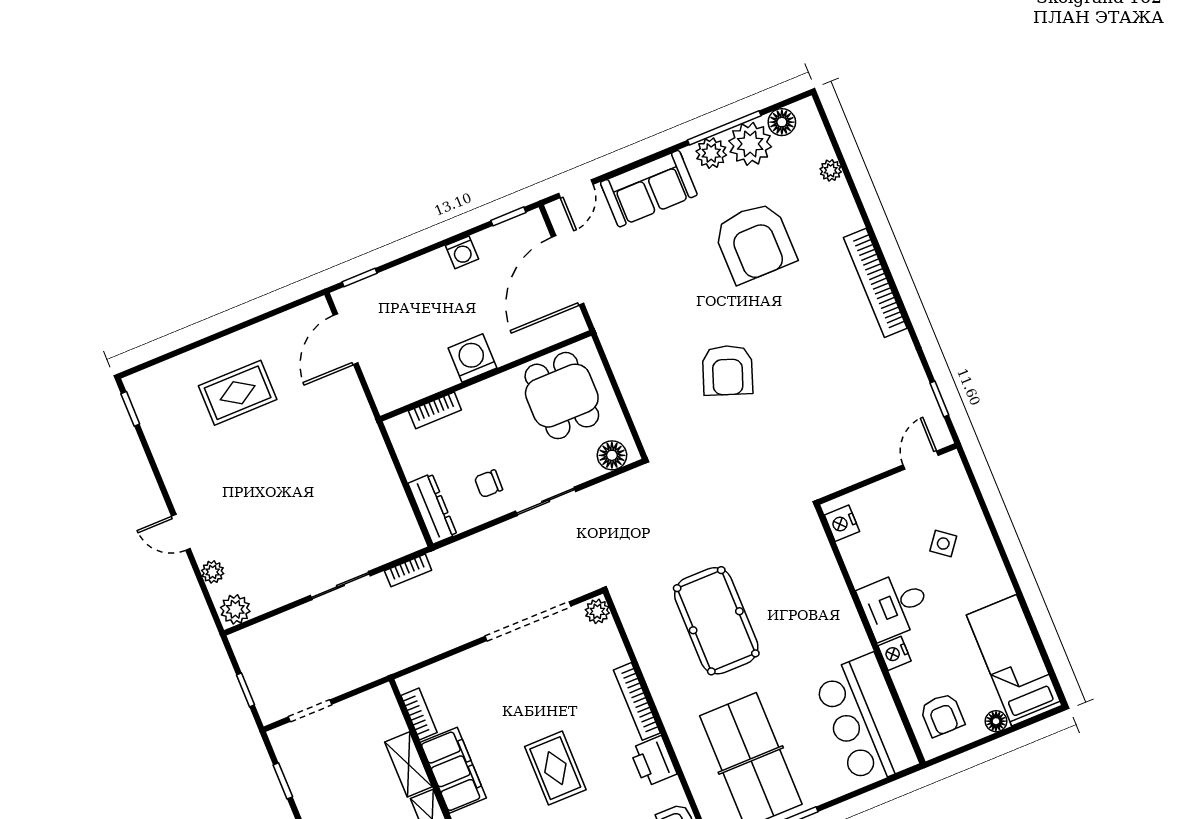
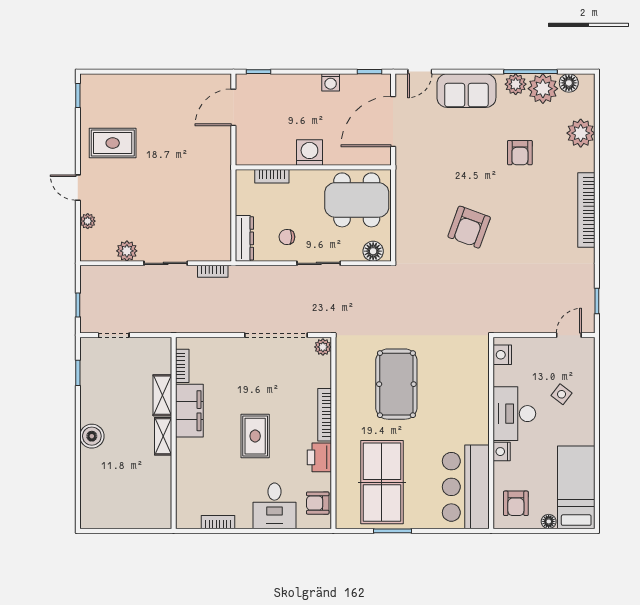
plant: (831, 170) -> (581, 133), width x1.87, depth x1.87
armchair: (755, 242) -> (520, 153), width x0.53, depth x0.53
rug: (238, 393) -> (113, 143), moved
dining table: (562, 396) -> (357, 200), width x1.38
desk: (895, 605) -> (514, 414), width x1.37
plant: (235, 609) -> (127, 251), moved

